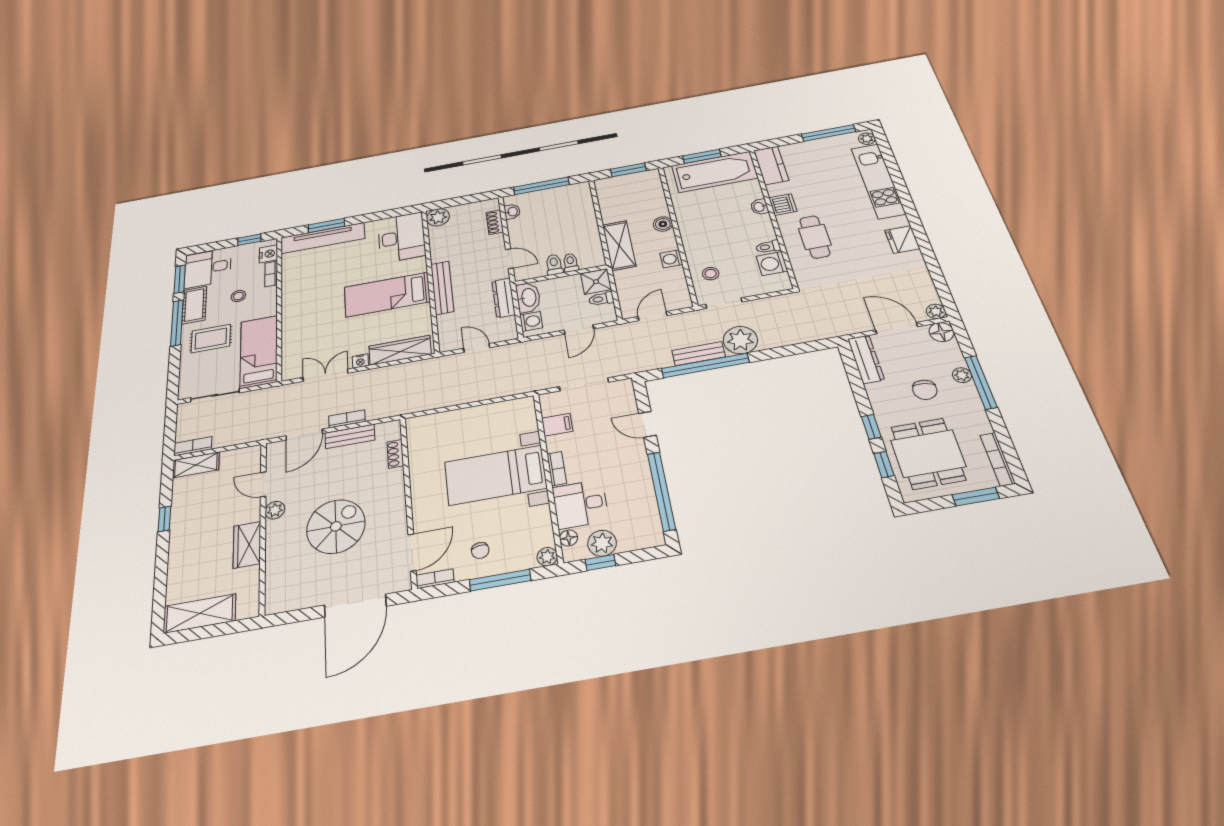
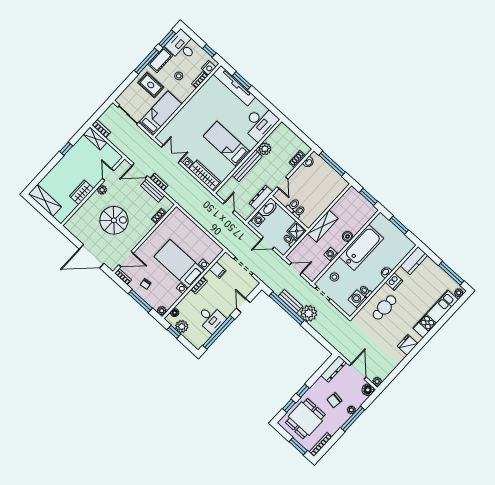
bathtub: (715, 172) -> (361, 247), moved, turned -90
plant: (438, 217) -> (265, 149), moved
desk: (580, 504) -> (211, 319), moved, turned 180

